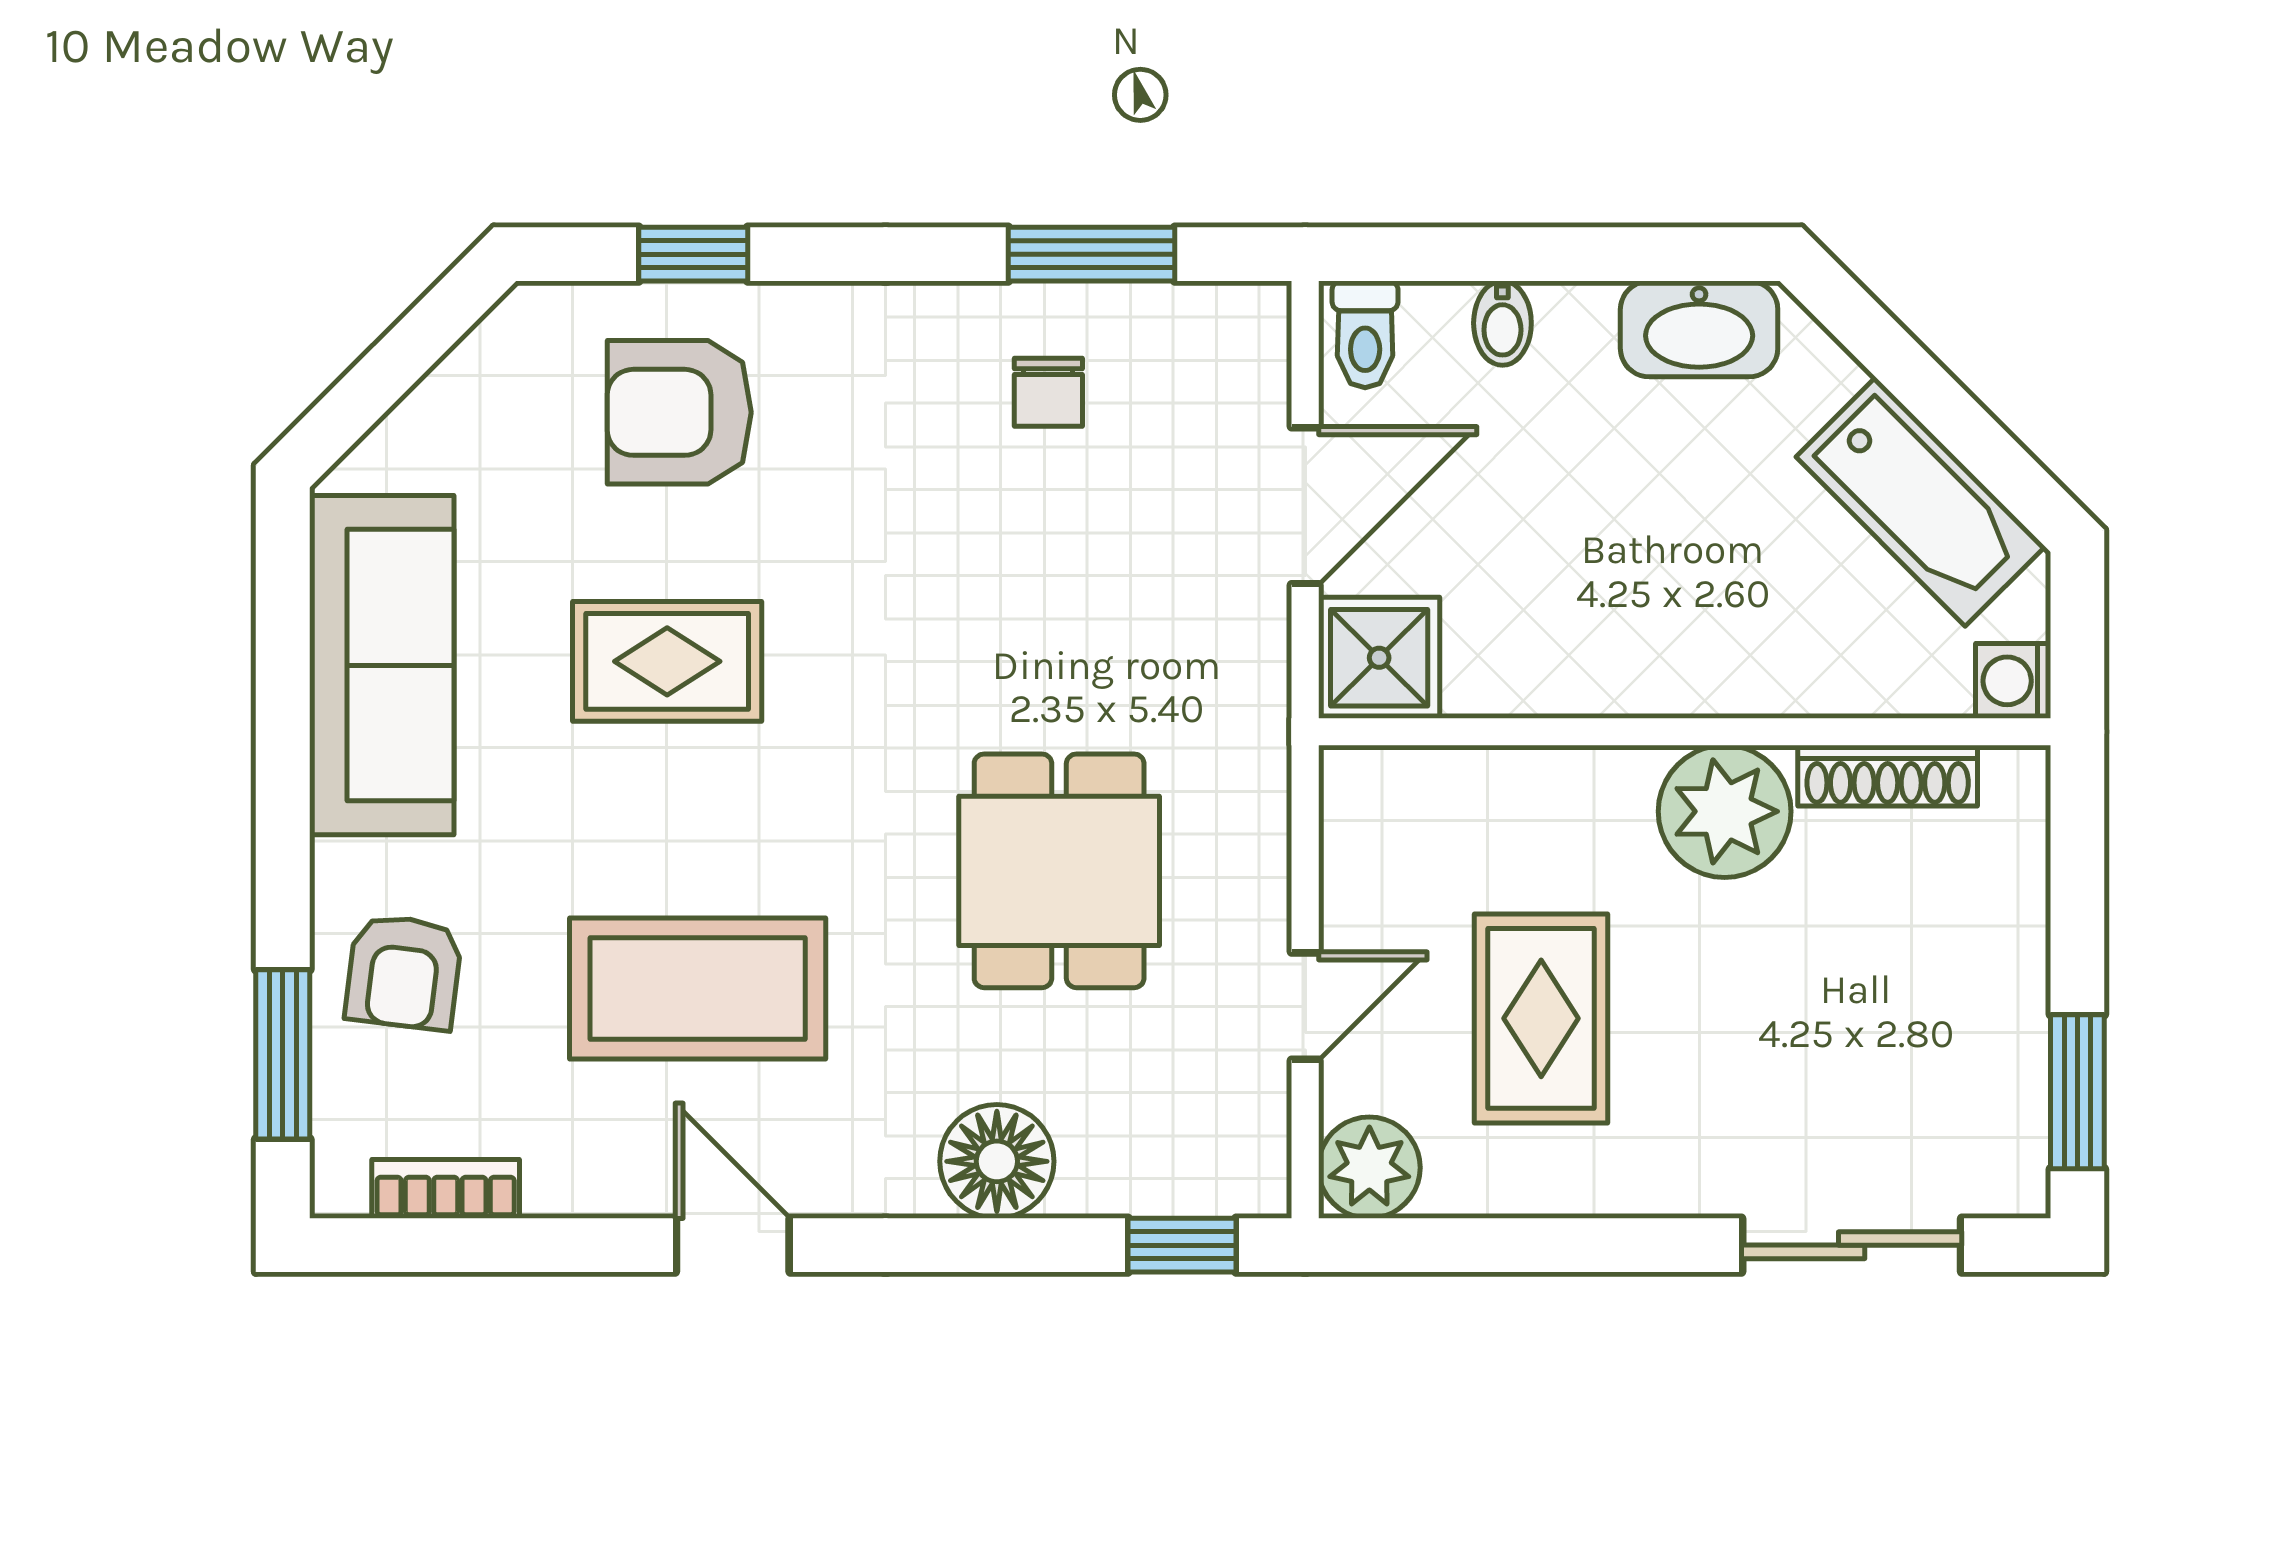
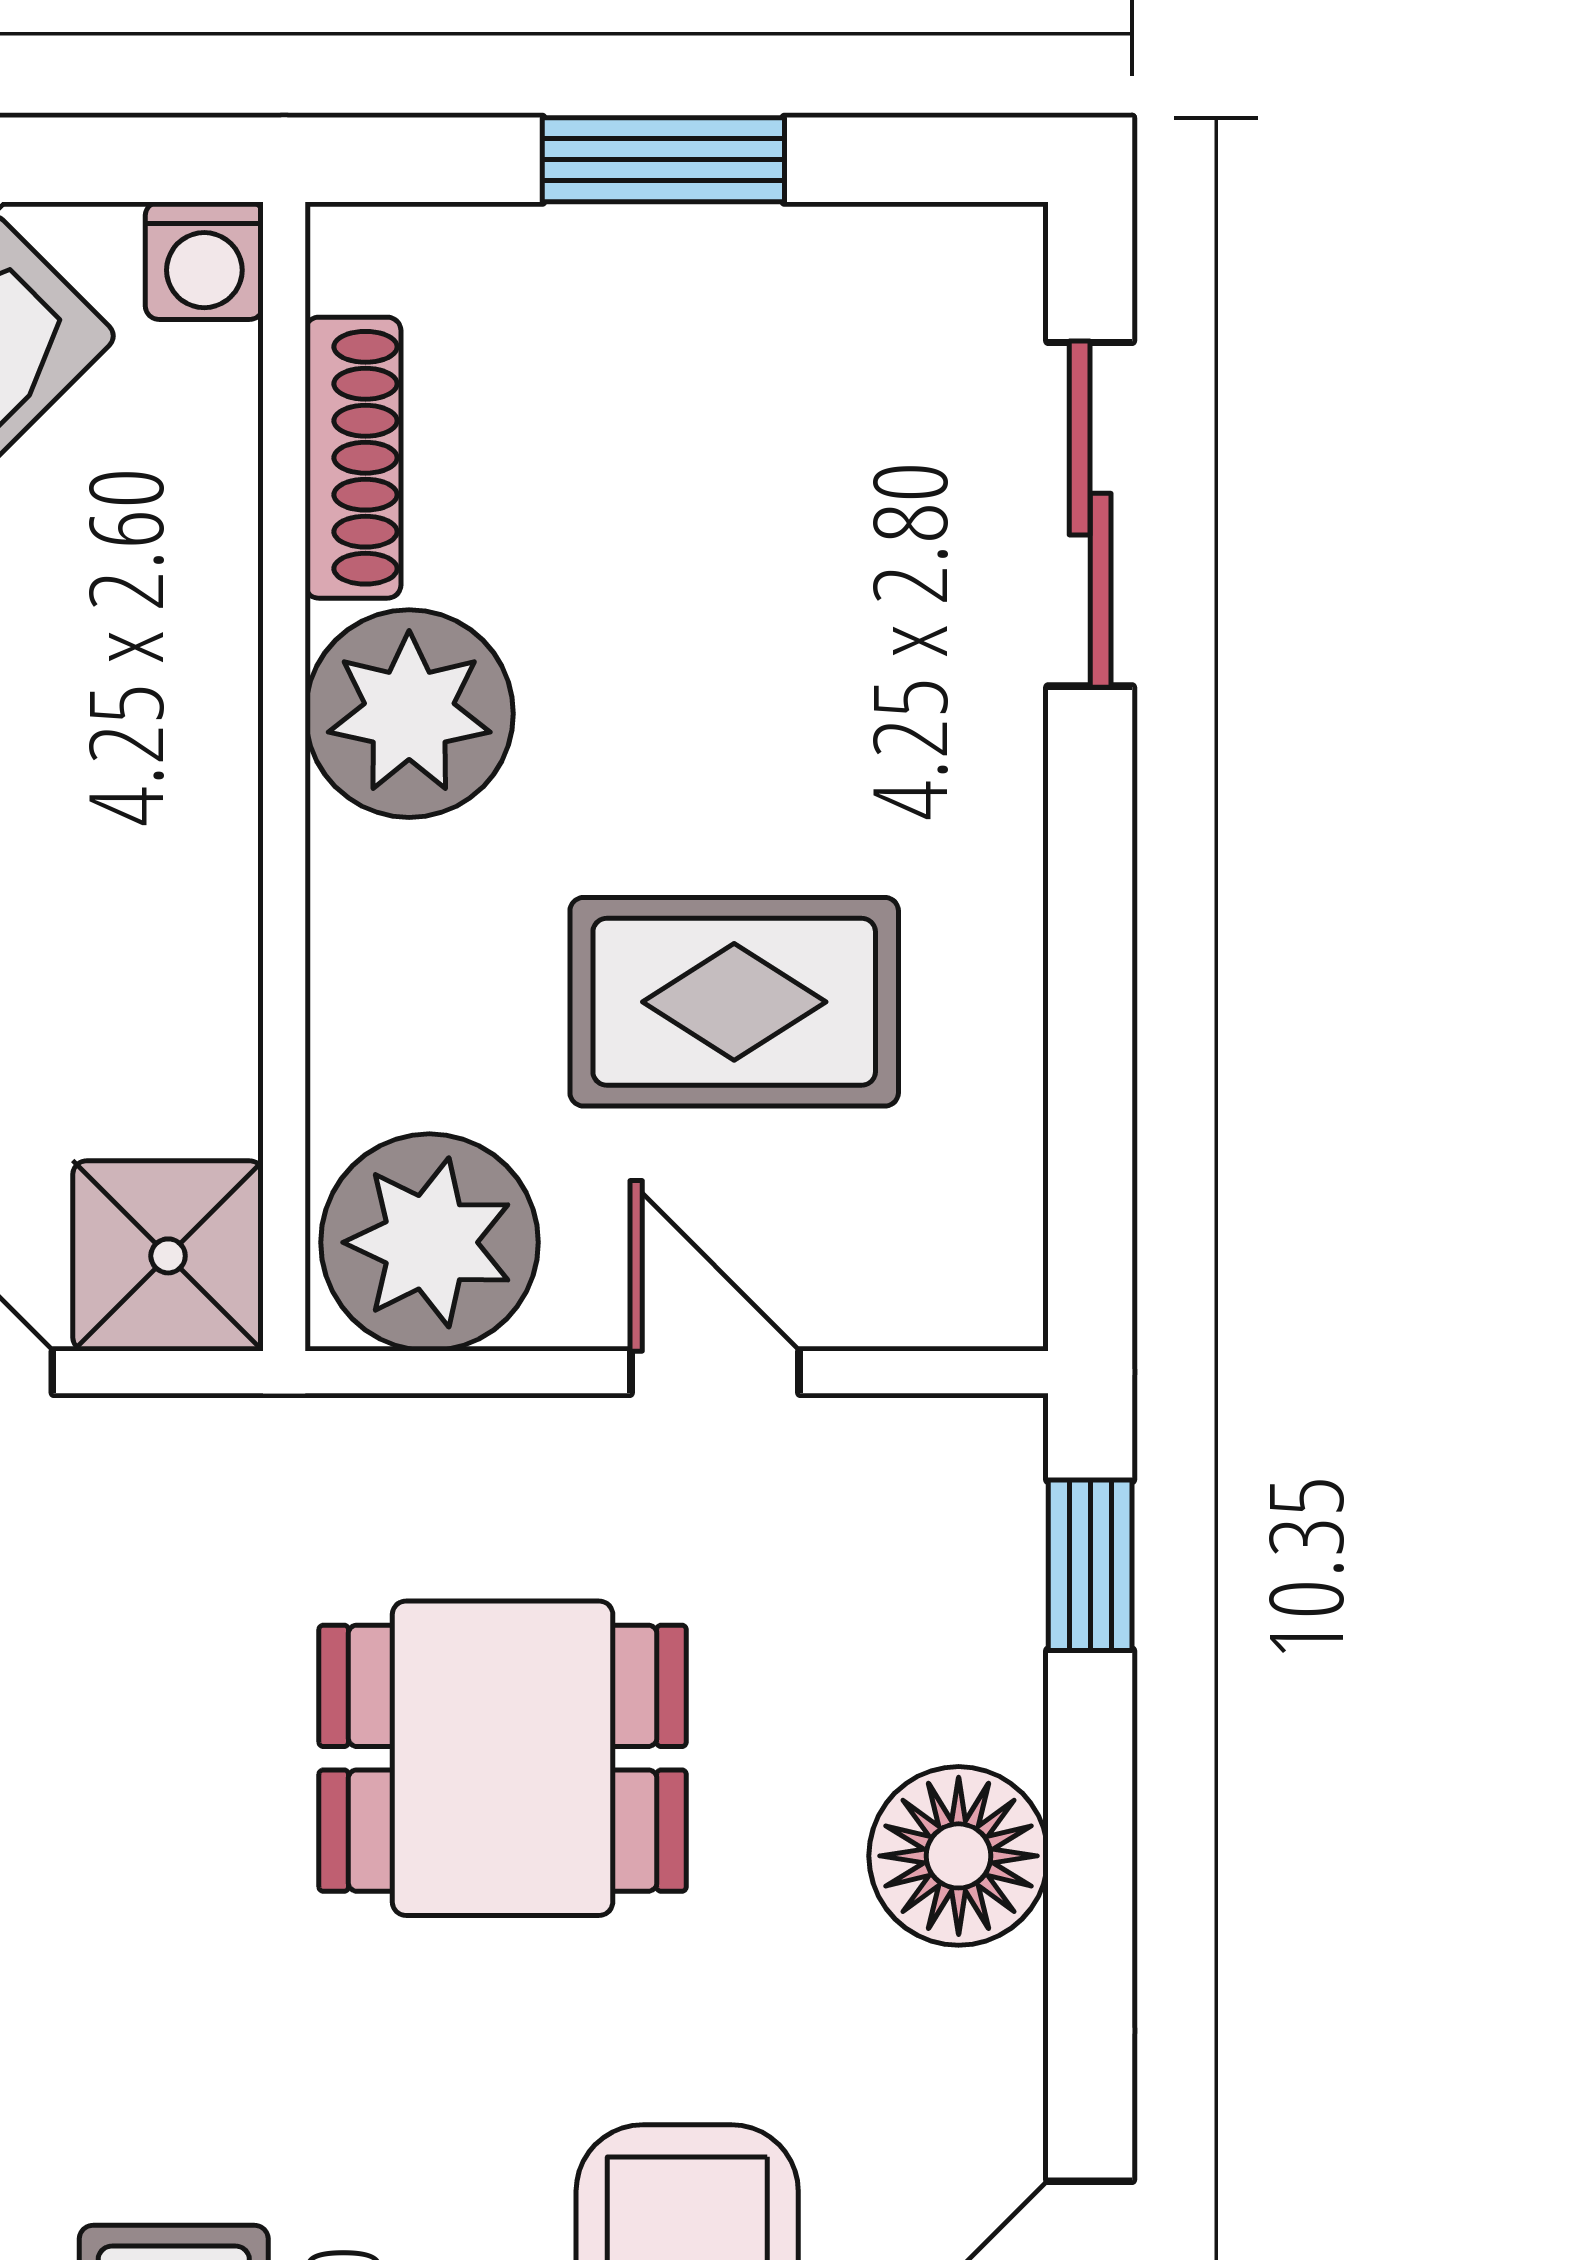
window: (2077, 1092) -> (663, 160), moved
plant: (1369, 1168) -> (429, 1242), moved, width x1.36, depth x1.36

